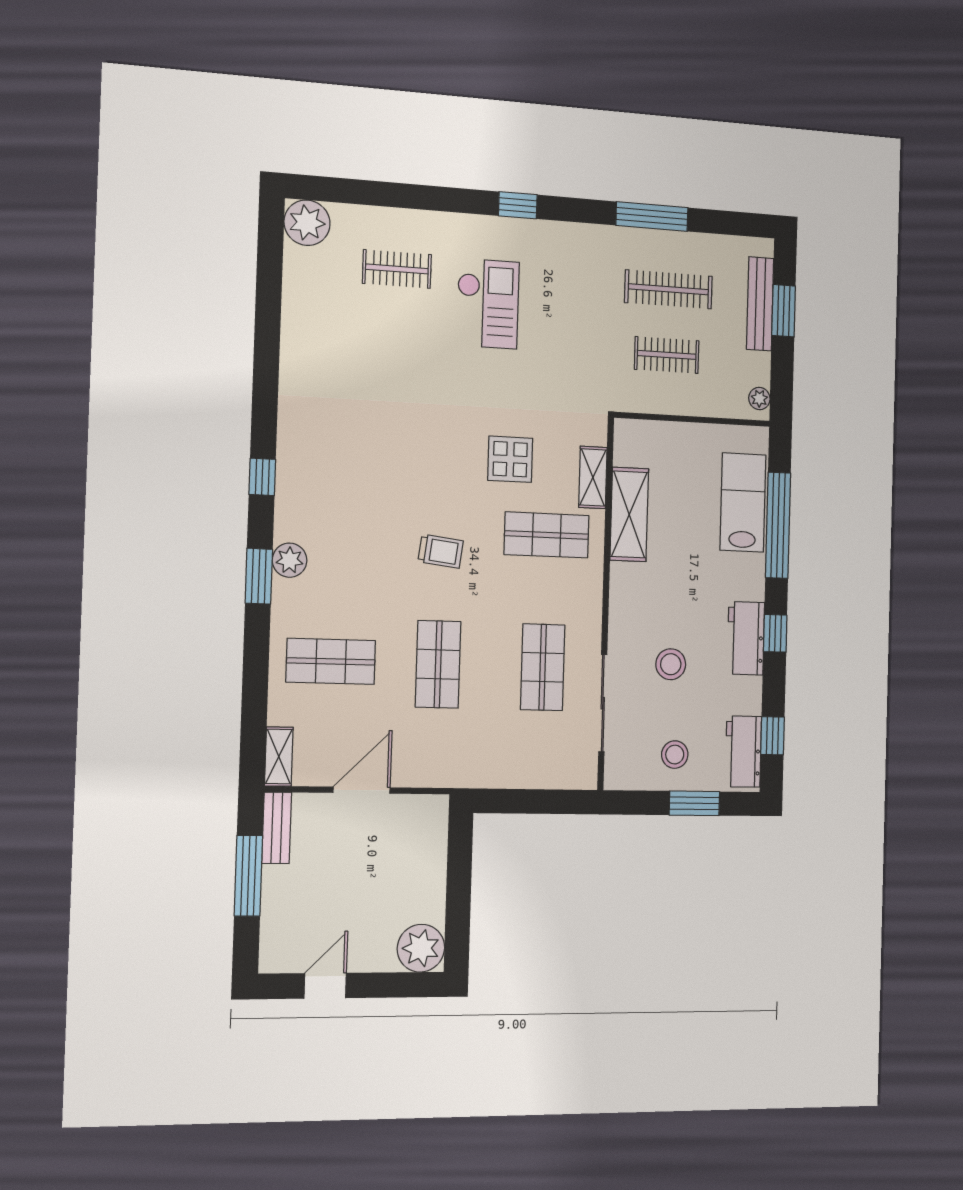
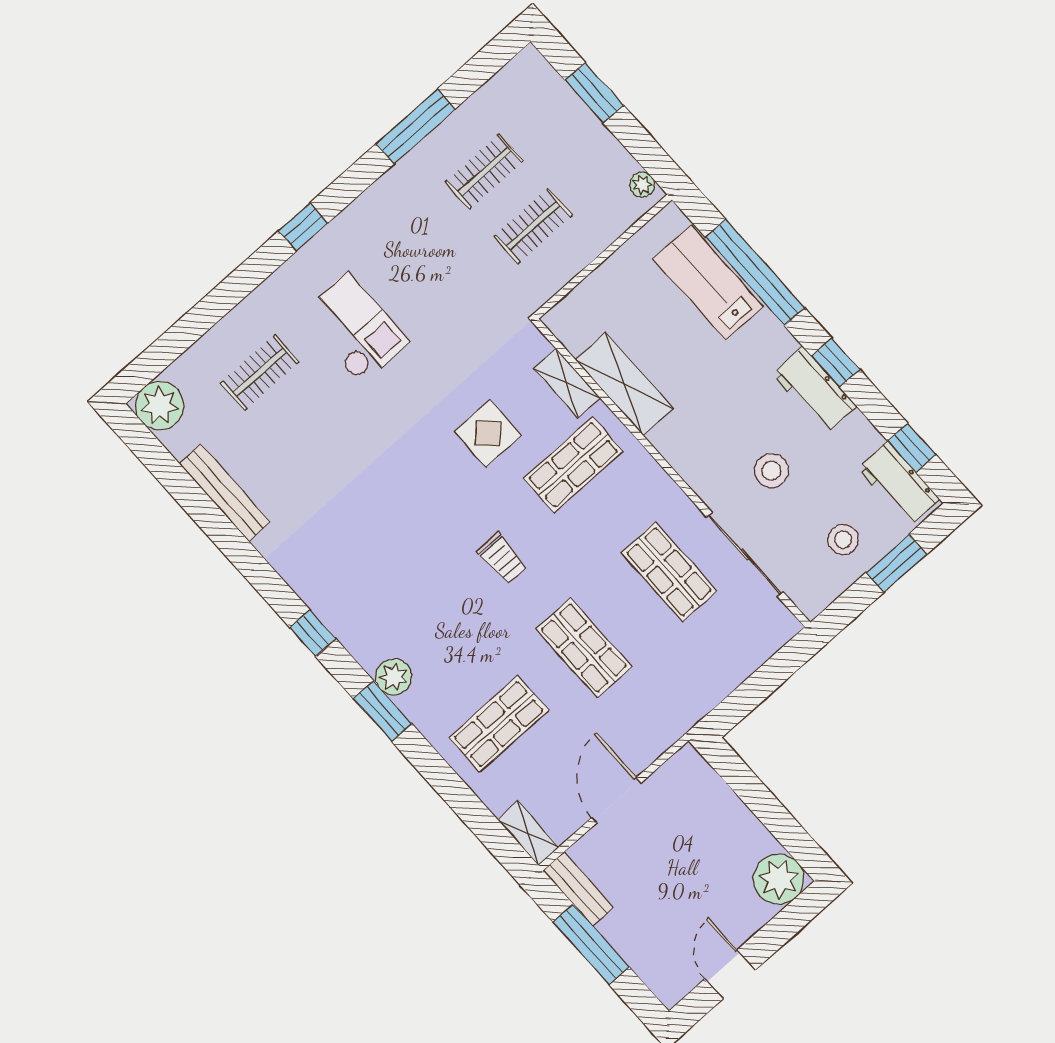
clothes rail: (669, 289) -> (484, 171), width x0.73
bench: (760, 304) -> (225, 493), moved
trolley: (441, 551) -> (502, 558), turned 83

